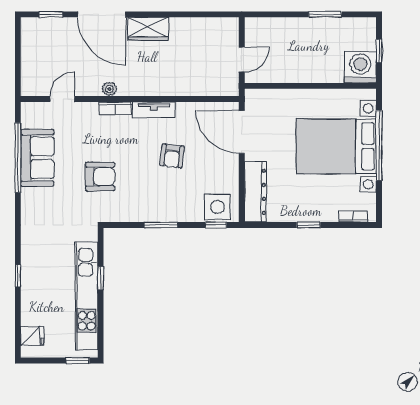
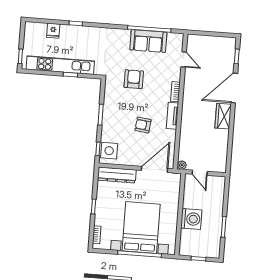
washing machine: (360, 67) -> (191, 219), moved
plant: (109, 89) -> (182, 165), moved
armchair: (100, 176) -> (134, 79), turned 180
fridge: (32, 336) -> (53, 31), moved

